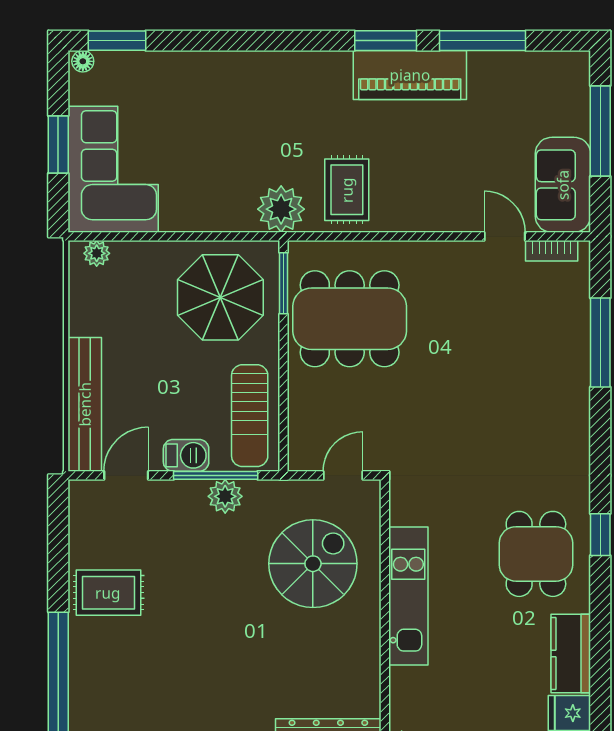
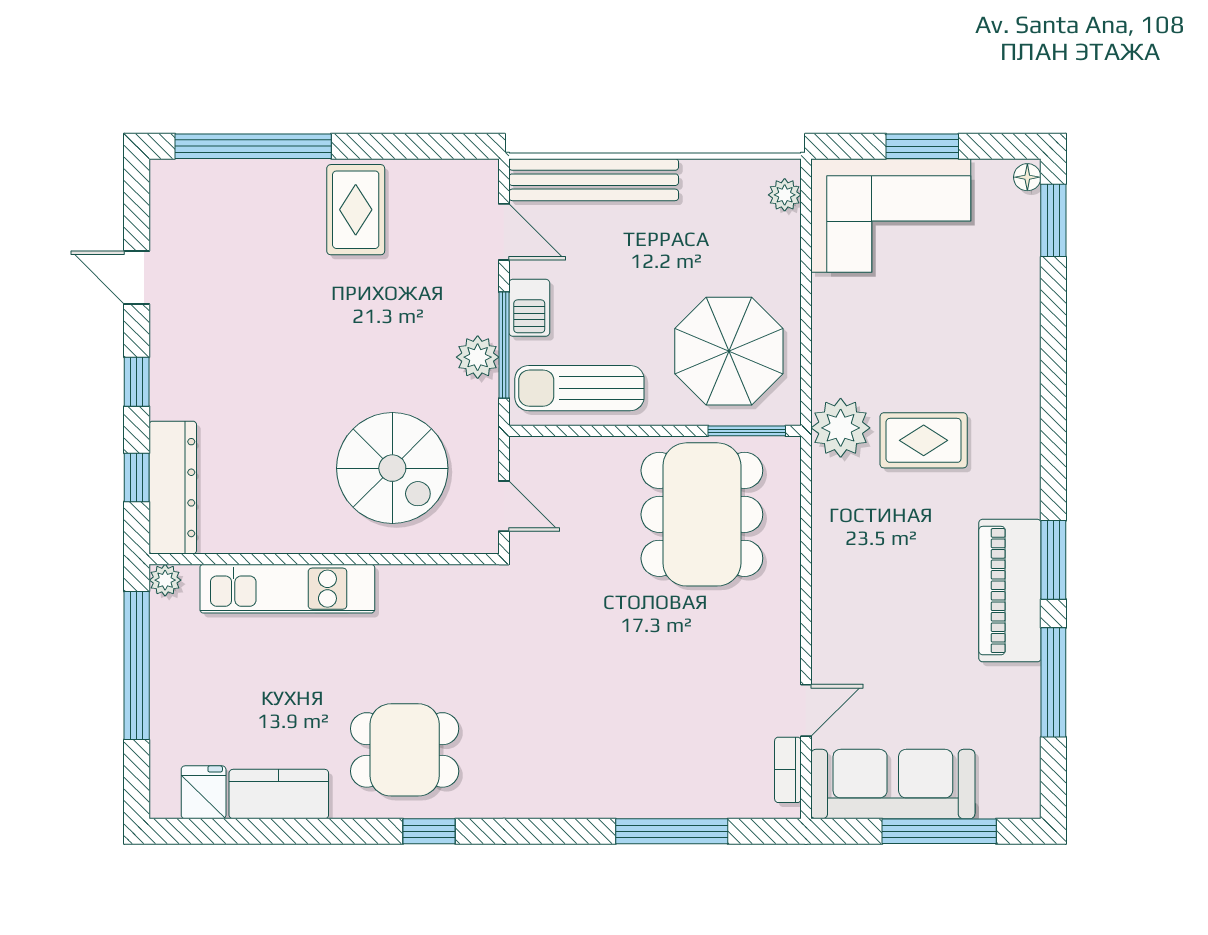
sofa: (563, 185) -> (893, 784), width x1.36
rug: (347, 190) -> (924, 440), moved
kitchen unit: (408, 596) -> (287, 589), moved

